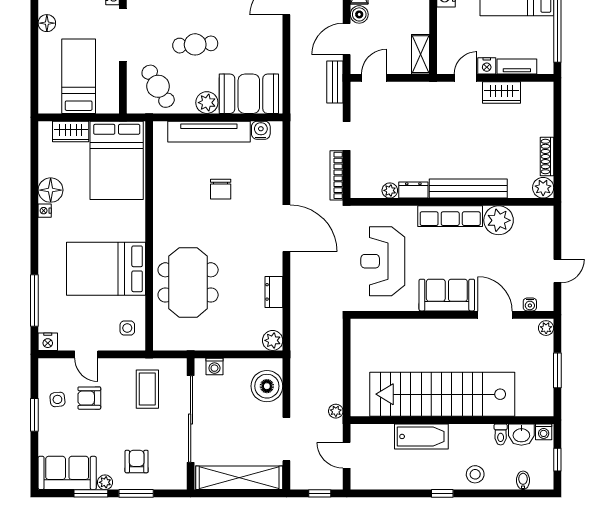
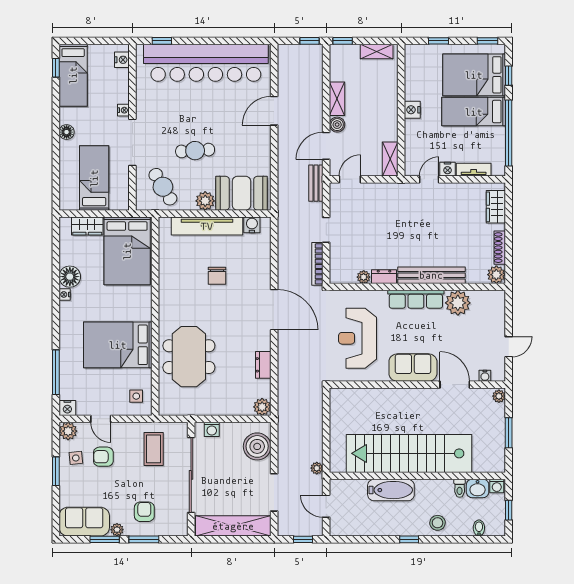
wardrobe: (501, 92) -> (496, 207), moved, turned 90
plant: (49, 368) -> (68, 431), added

